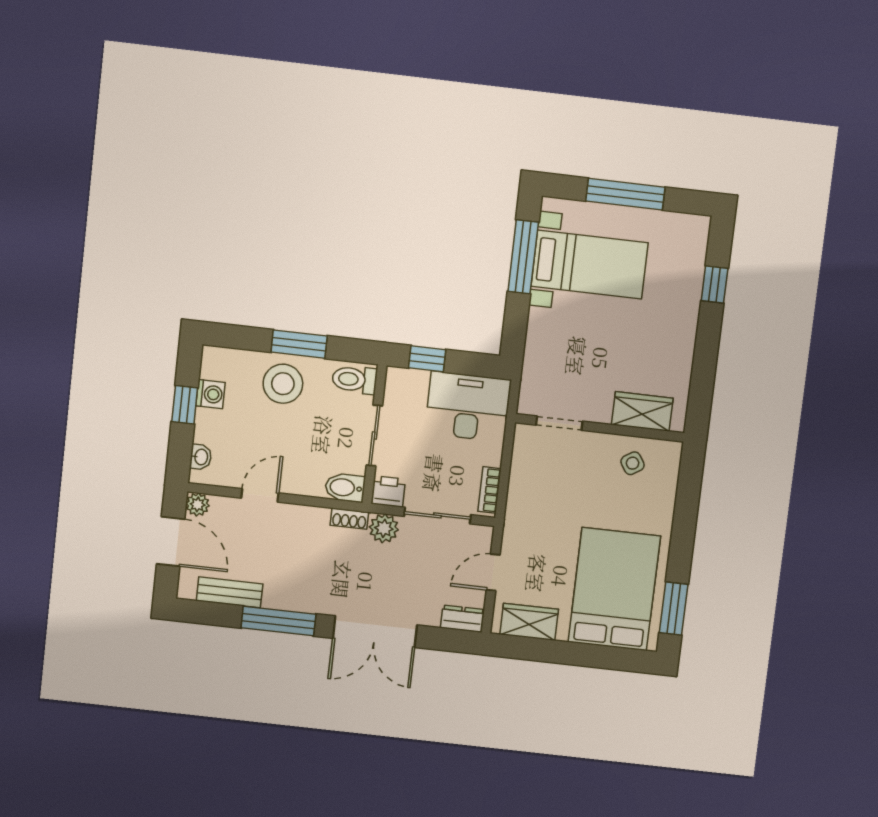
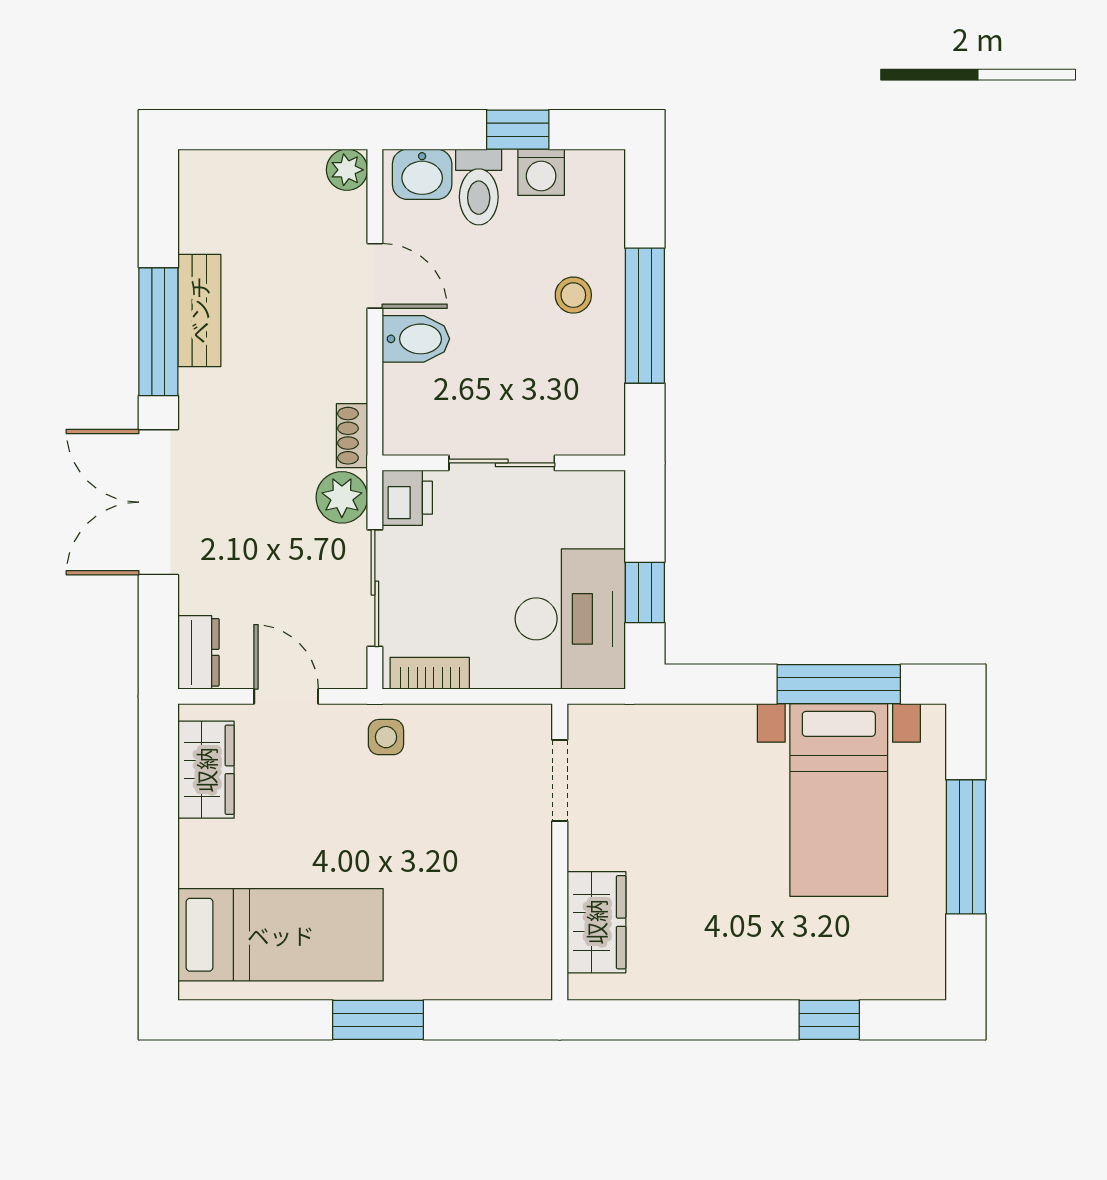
window: (299, 344) -> (645, 316), width x1.44
window: (427, 359) -> (645, 593), moved
toilet: (354, 380) -> (479, 187), moved, turned 180
stool: (283, 384) -> (573, 295), width x0.53, depth x0.53
washbasin: (201, 457) -> (422, 174), width x1.38, depth x1.45
side table: (633, 463) -> (386, 737), moved, turned 33
bidet: (345, 488) -> (416, 339), moved, turned 90
door: (171, 541) -> (277, 130), removed
bed: (614, 589) -> (281, 935), width x0.67
bench: (230, 592) -> (199, 310), moved
window: (674, 609) -> (378, 1020), moved

